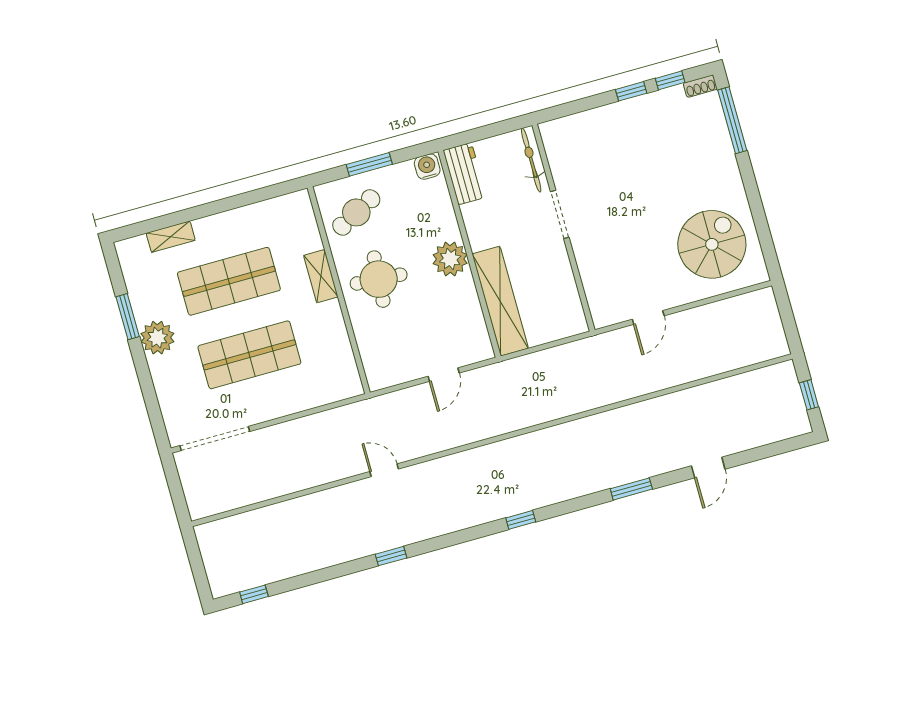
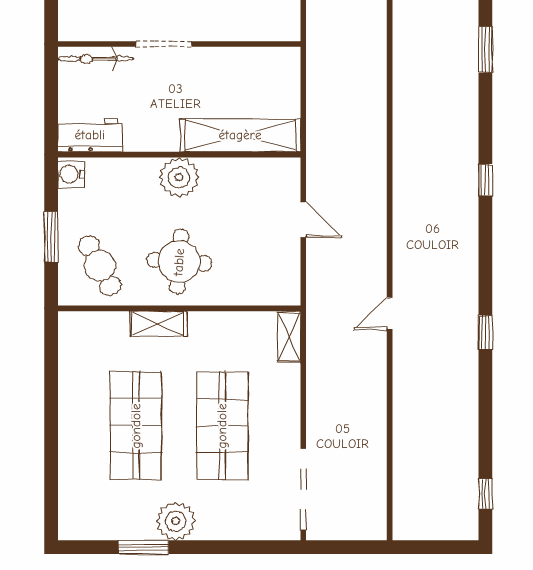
shelving: (171, 237) -> (289, 337), moved

